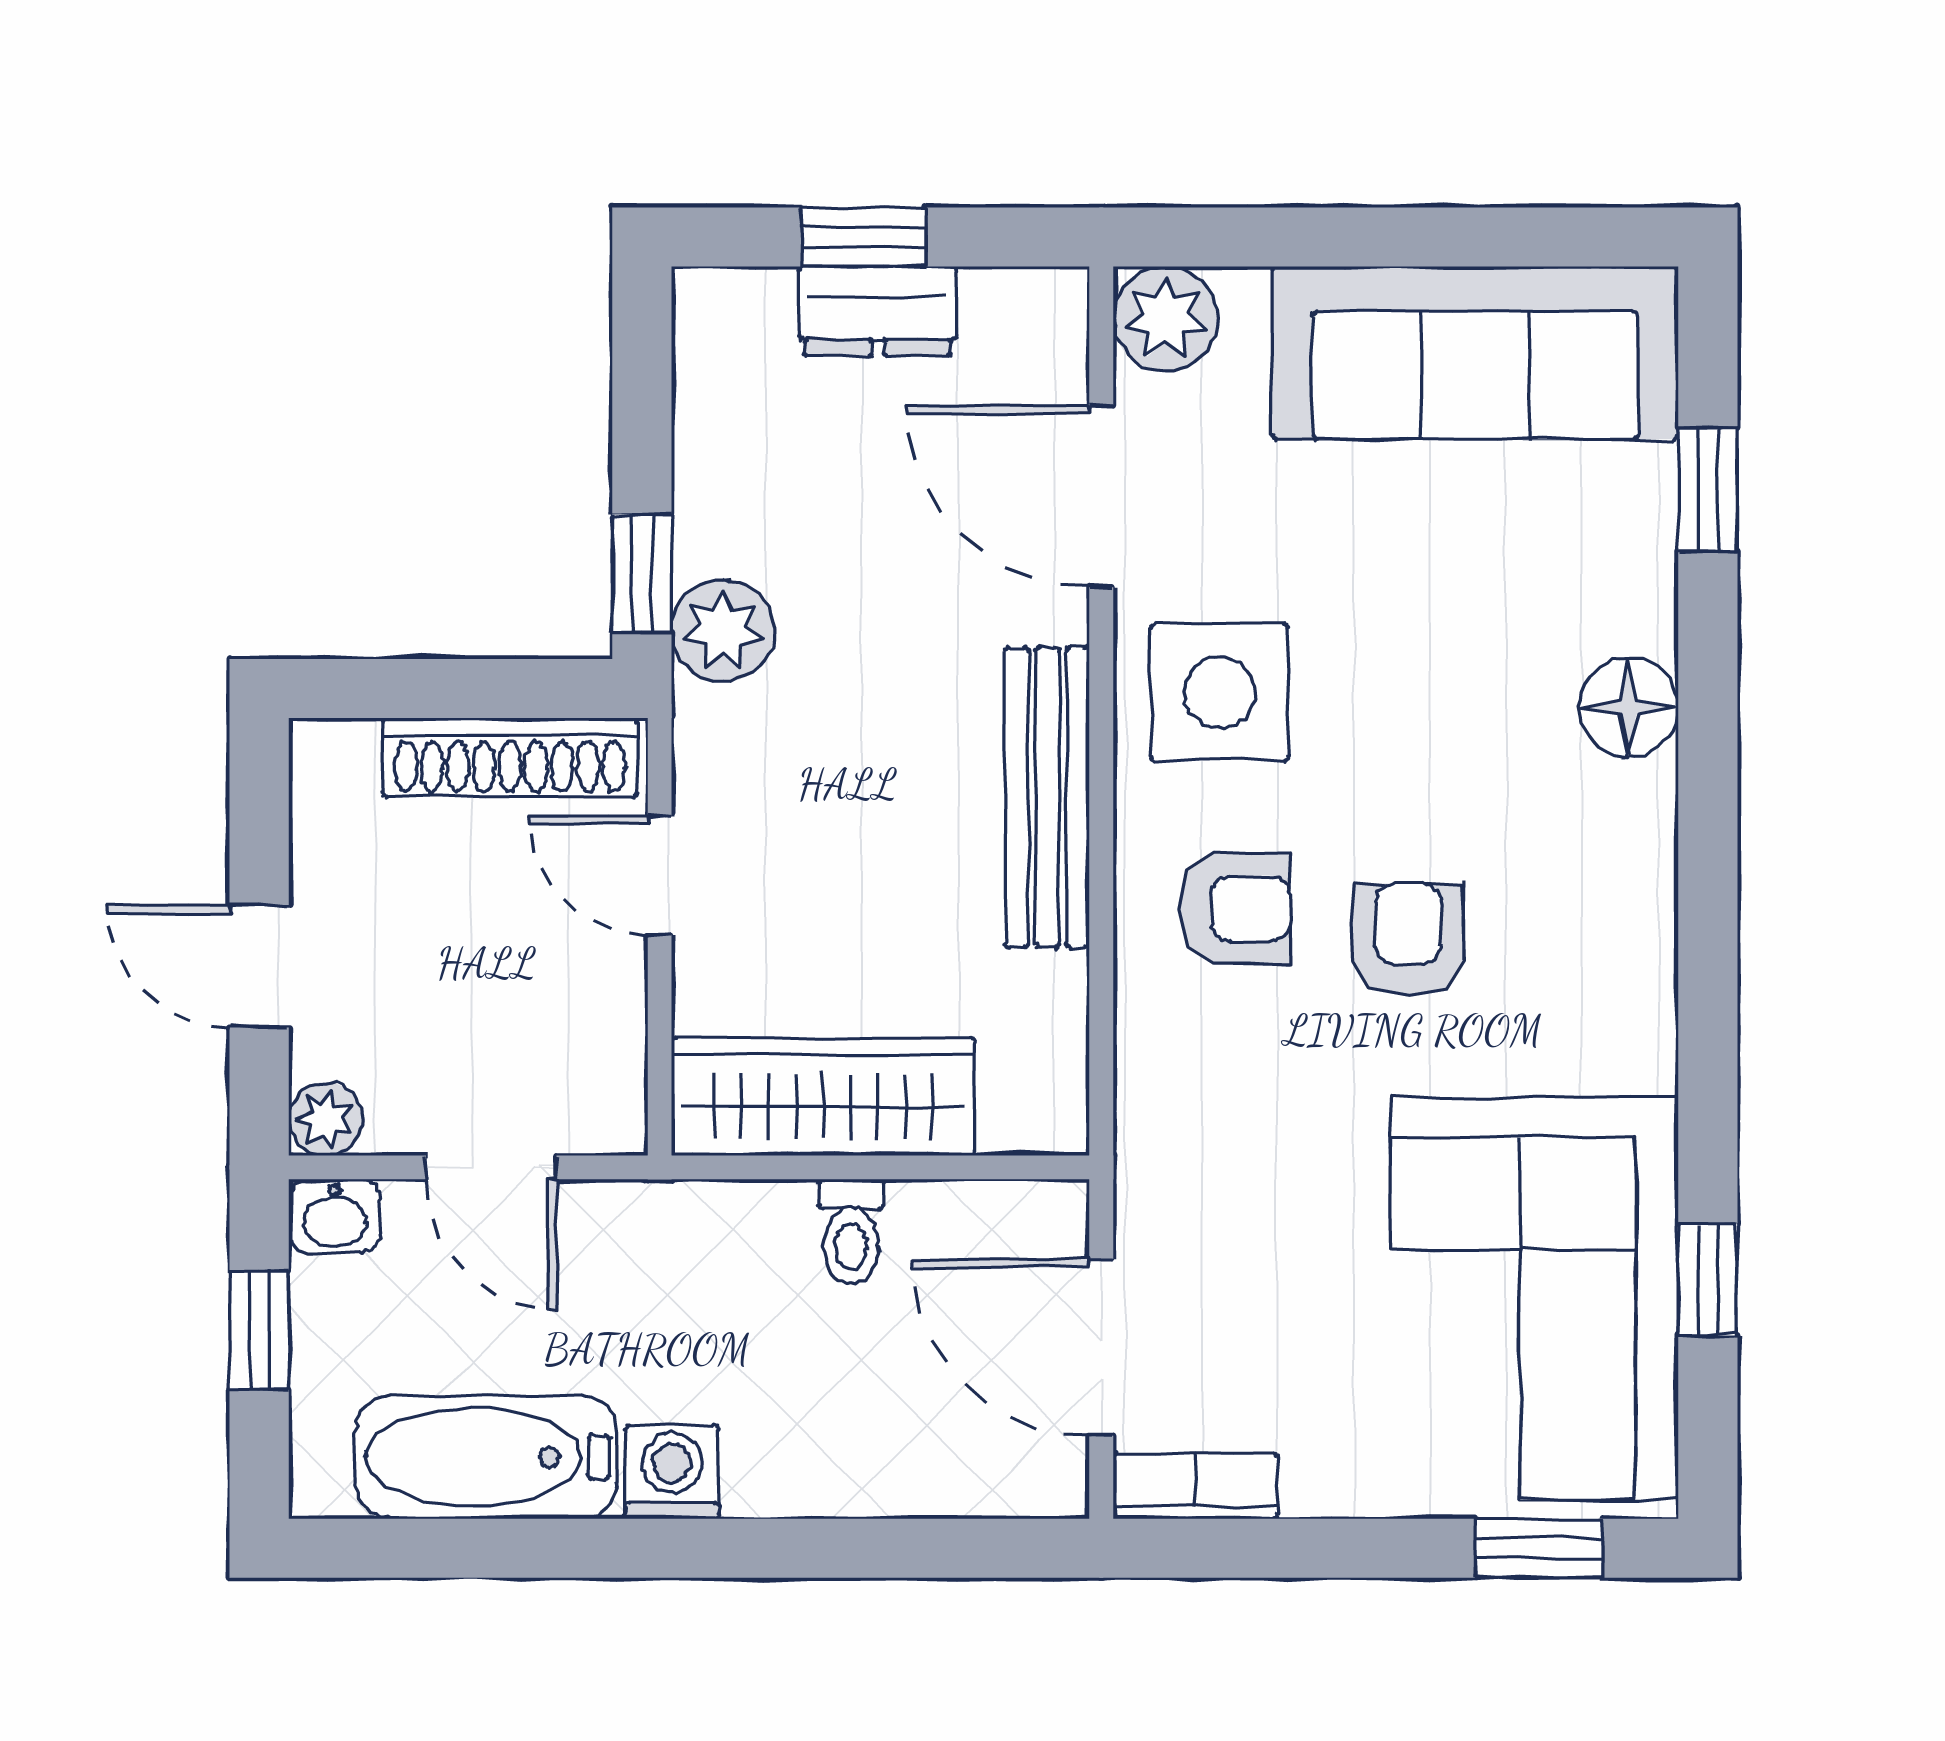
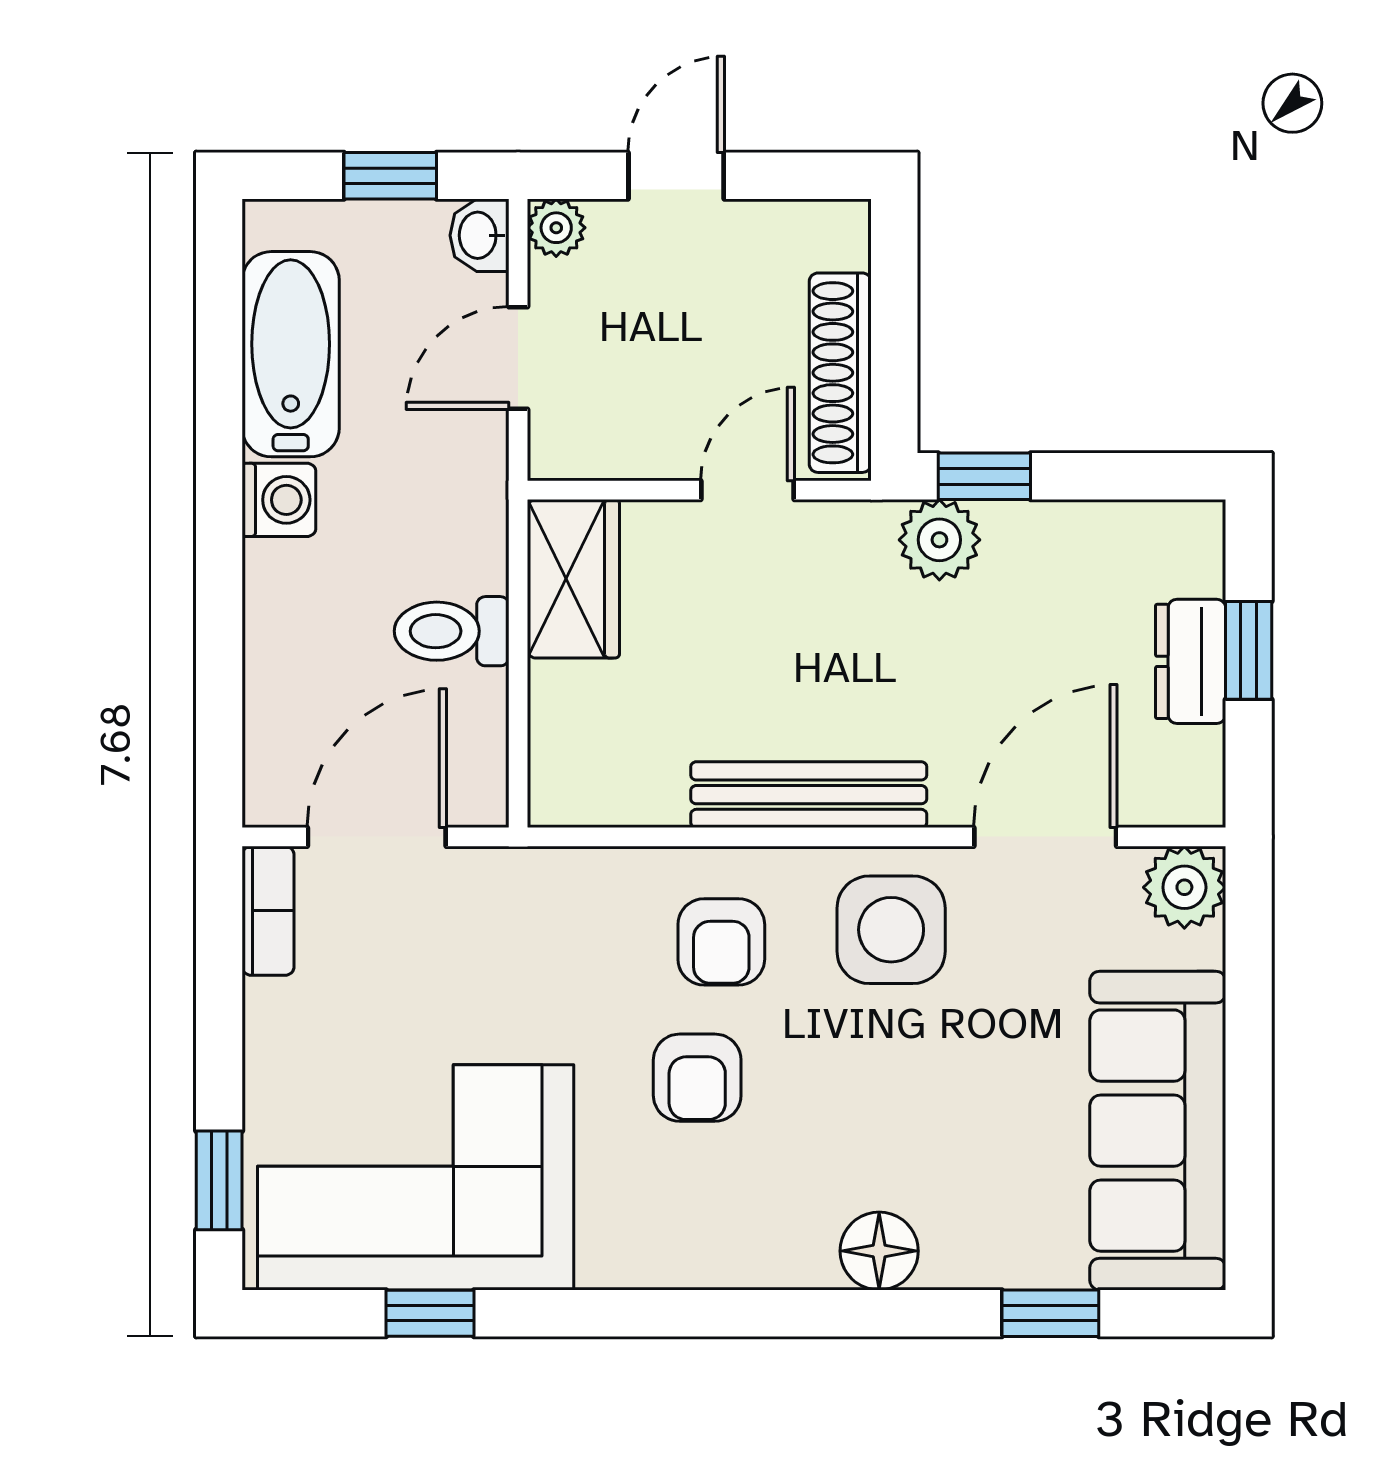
armchair: (1408, 939) -> (697, 1078), turned 90
wardrobe: (823, 1097) -> (573, 579), width x0.67
toilet: (851, 1232) -> (452, 631), width x1.37, depth x1.39

